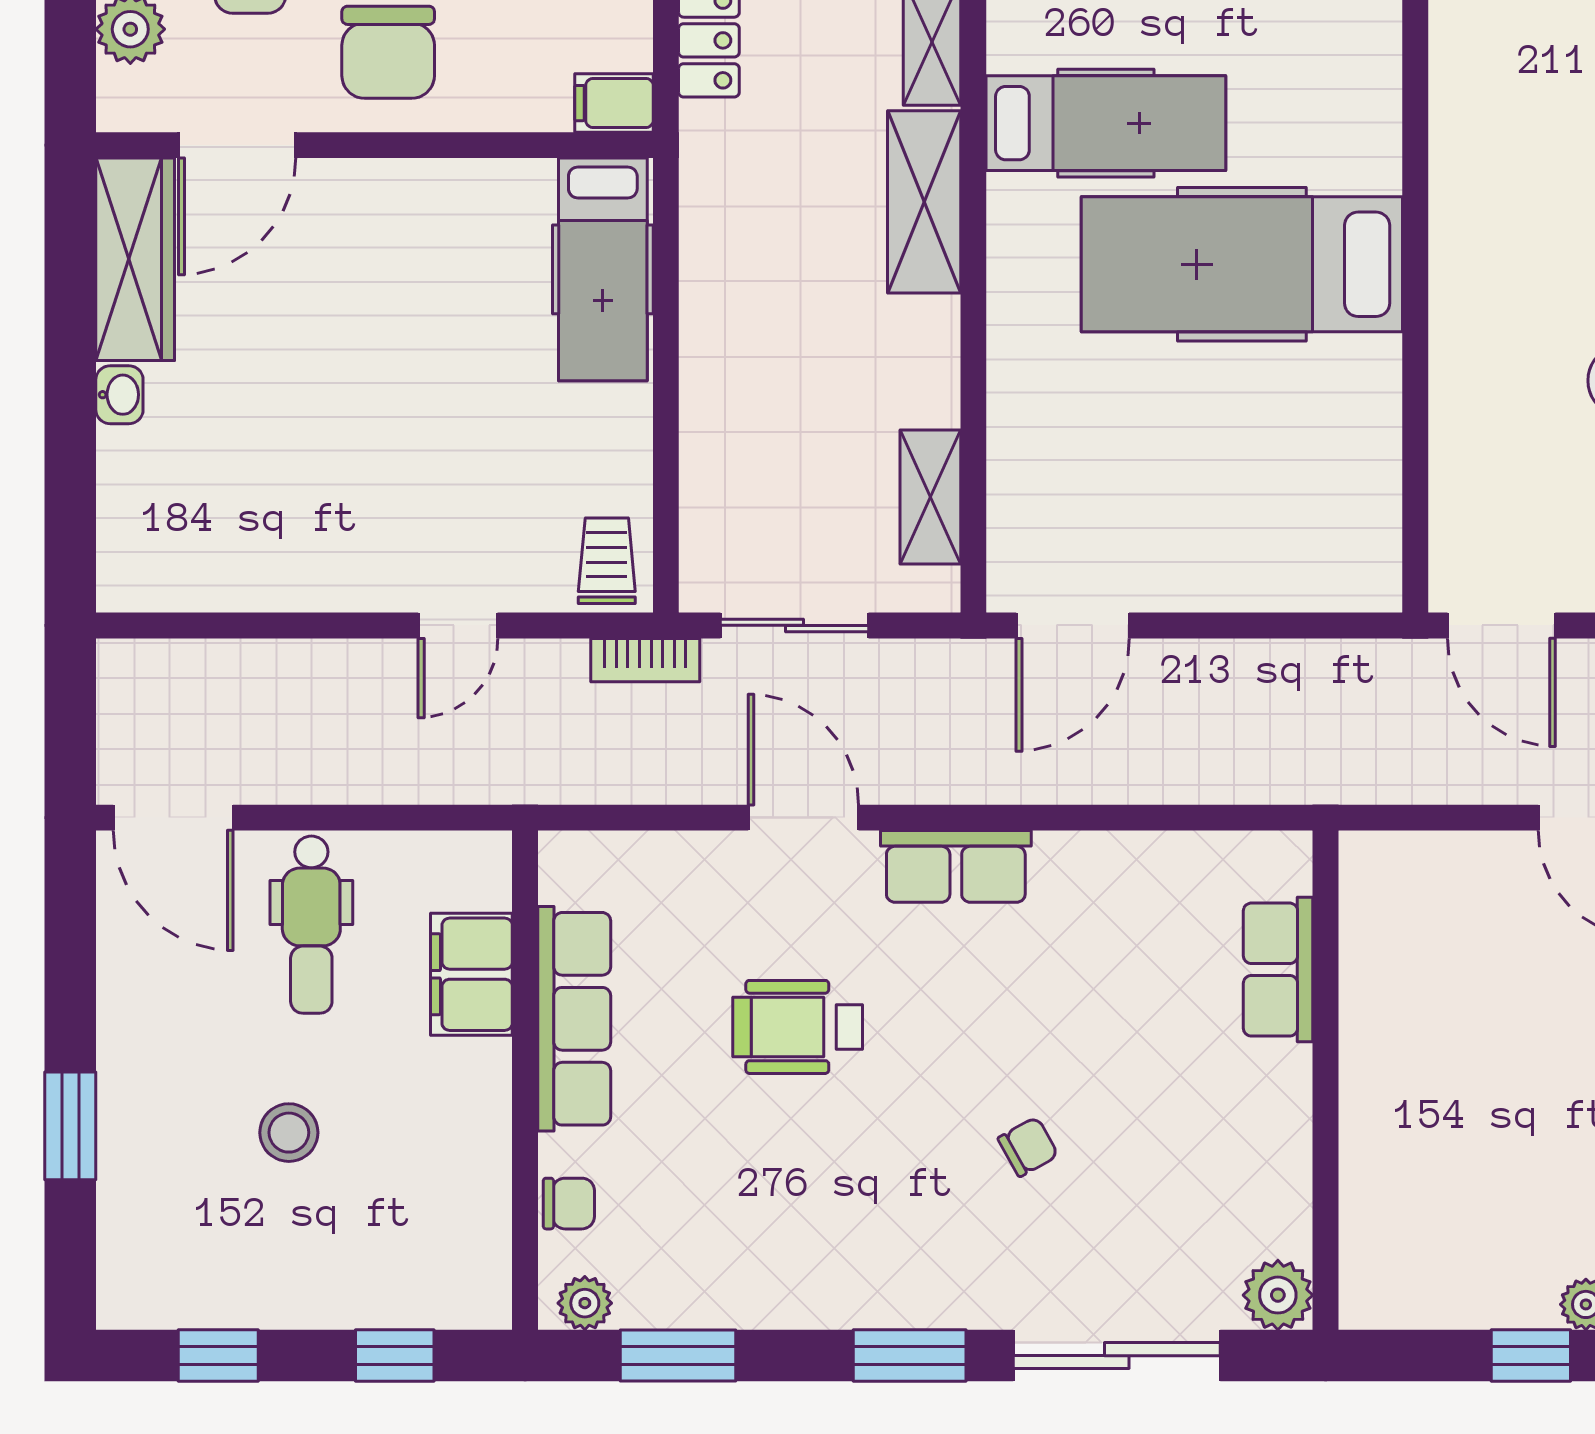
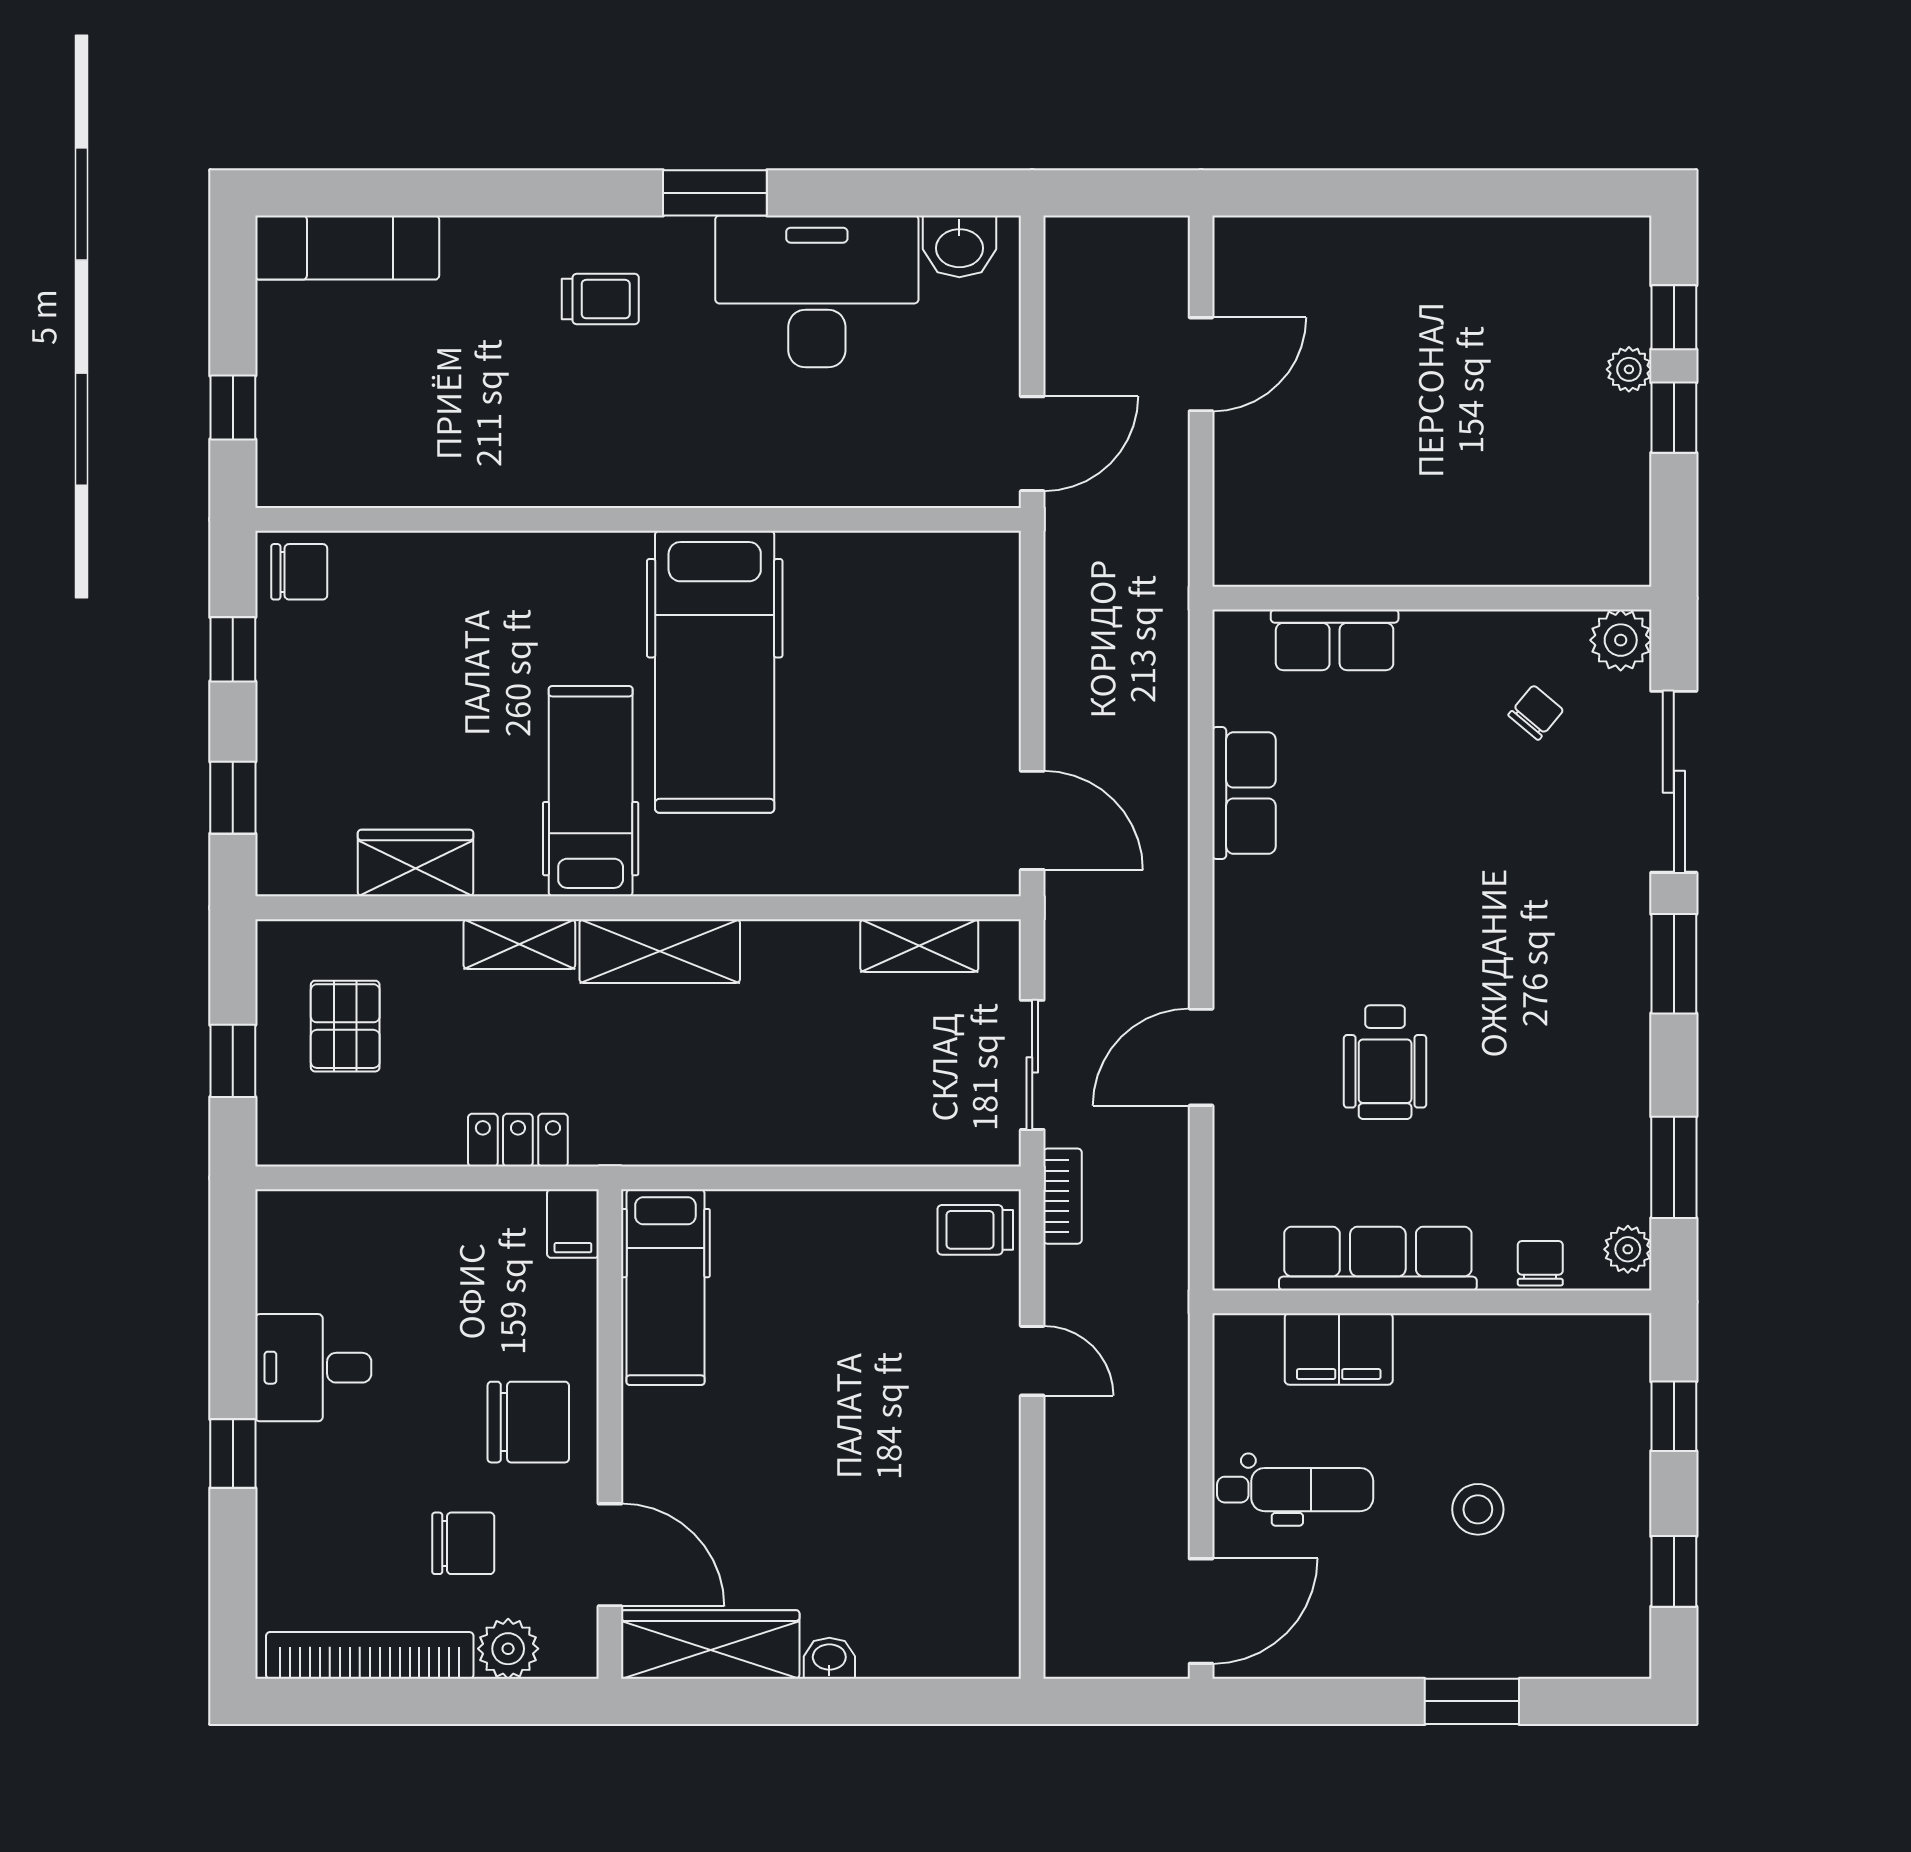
hospital bed: (603, 269) -> (665, 1287), moved, turned 90
row of seats: (956, 866) -> (1244, 793), moved
chair: (1028, 1147) -> (1536, 713), moved, turned 69

